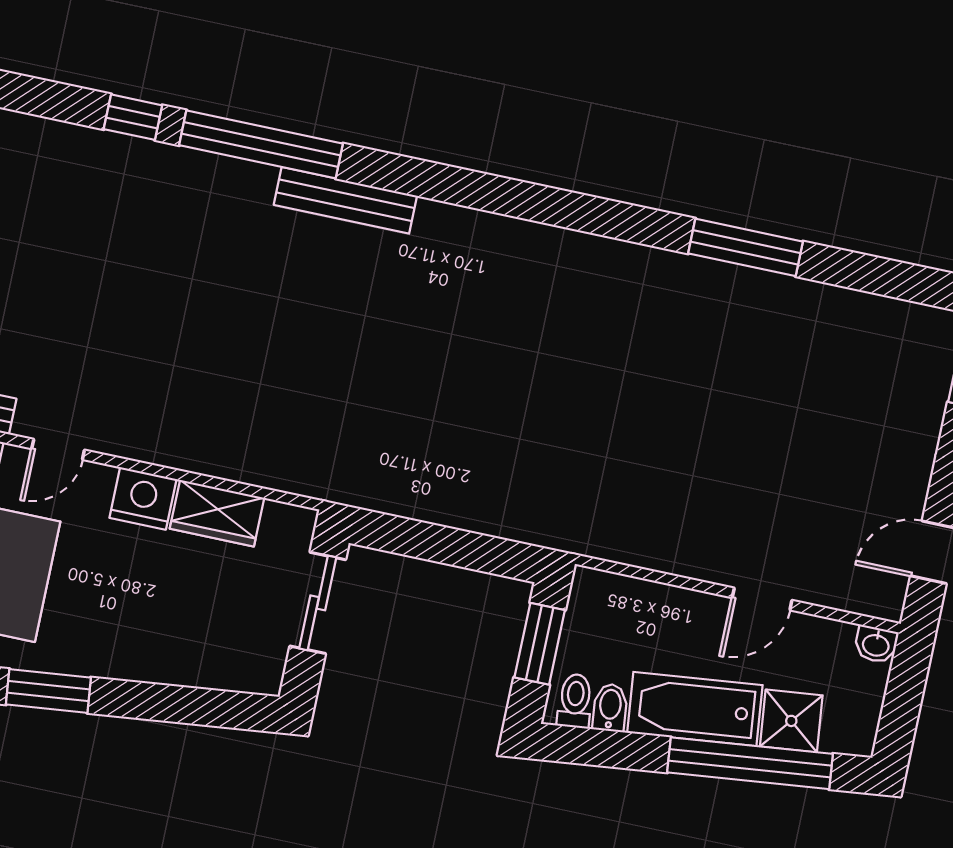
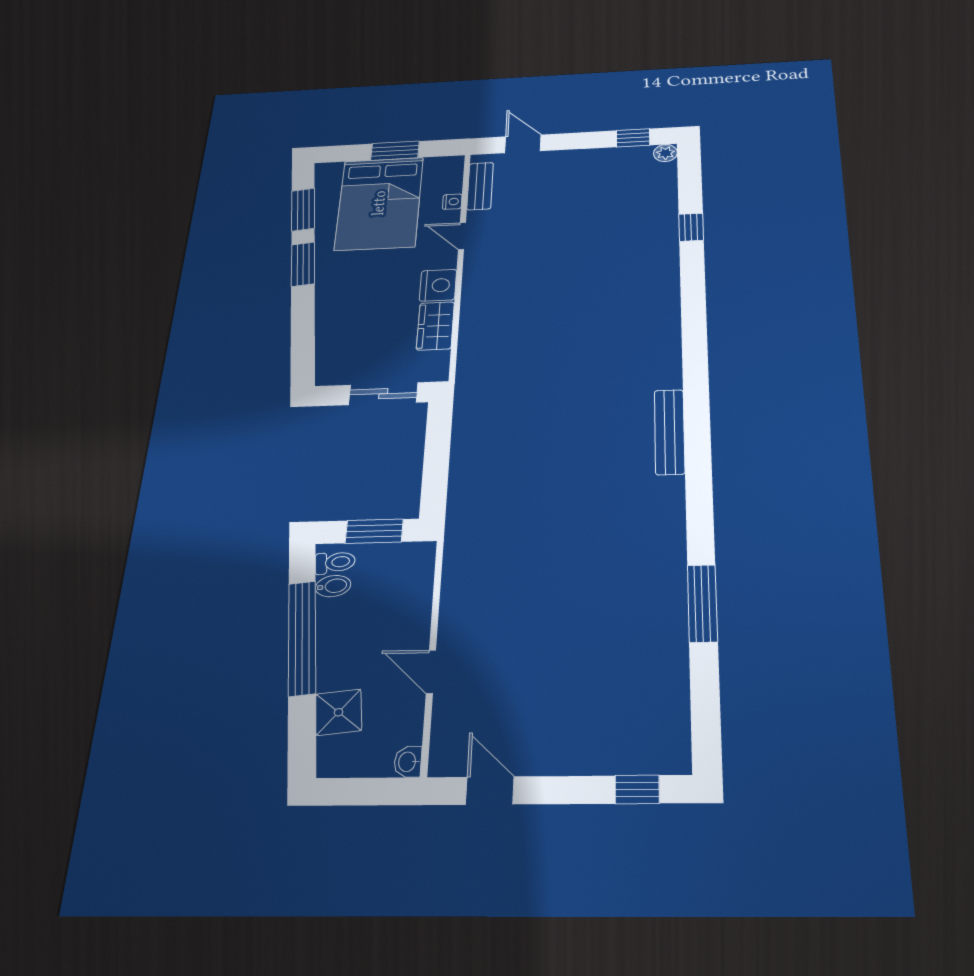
window: (261, 144) -> (693, 297), removed
bench: (345, 200) -> (670, 432), moved
bathtub: (695, 709) -> (339, 643), removed
window: (750, 763) -> (302, 638), moved

